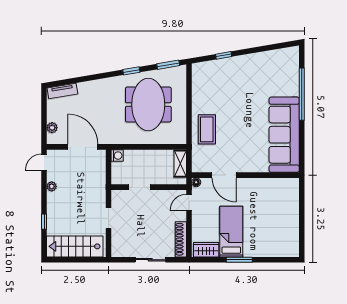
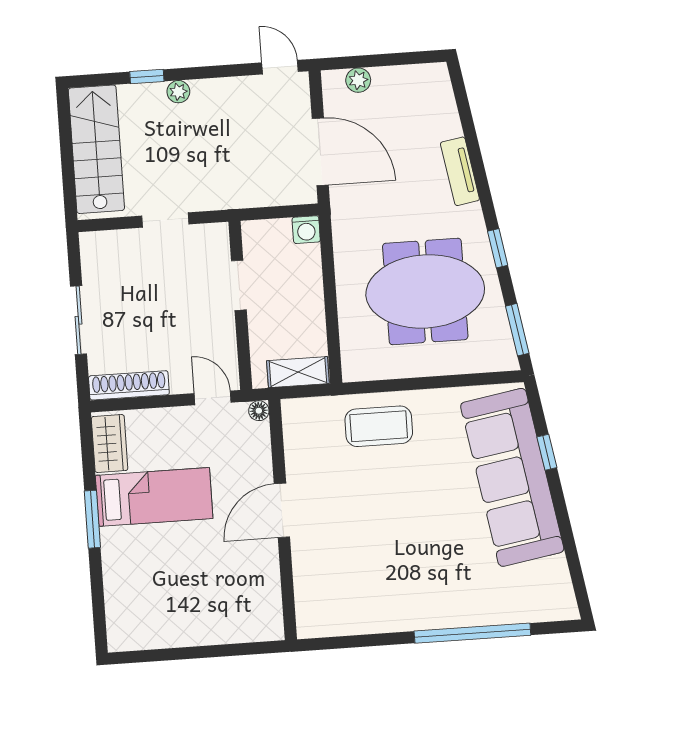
tv unit: (62, 91) -> (460, 171), moved
sofa: (284, 135) -> (512, 477), moved, turned -100
door: (83, 147) -> (320, 152), hinge flipped
door: (224, 175) -> (282, 510), moved
plant: (52, 186) -> (178, 92), moved

